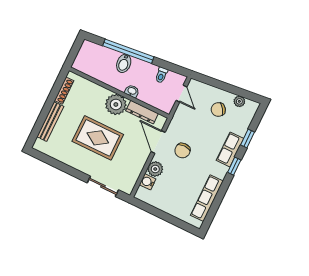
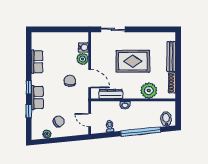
bidet: (124, 63) -> (166, 119), moved
plant: (116, 104) -> (149, 90), moved
row of seats: (207, 198) -> (37, 62), width x0.68

